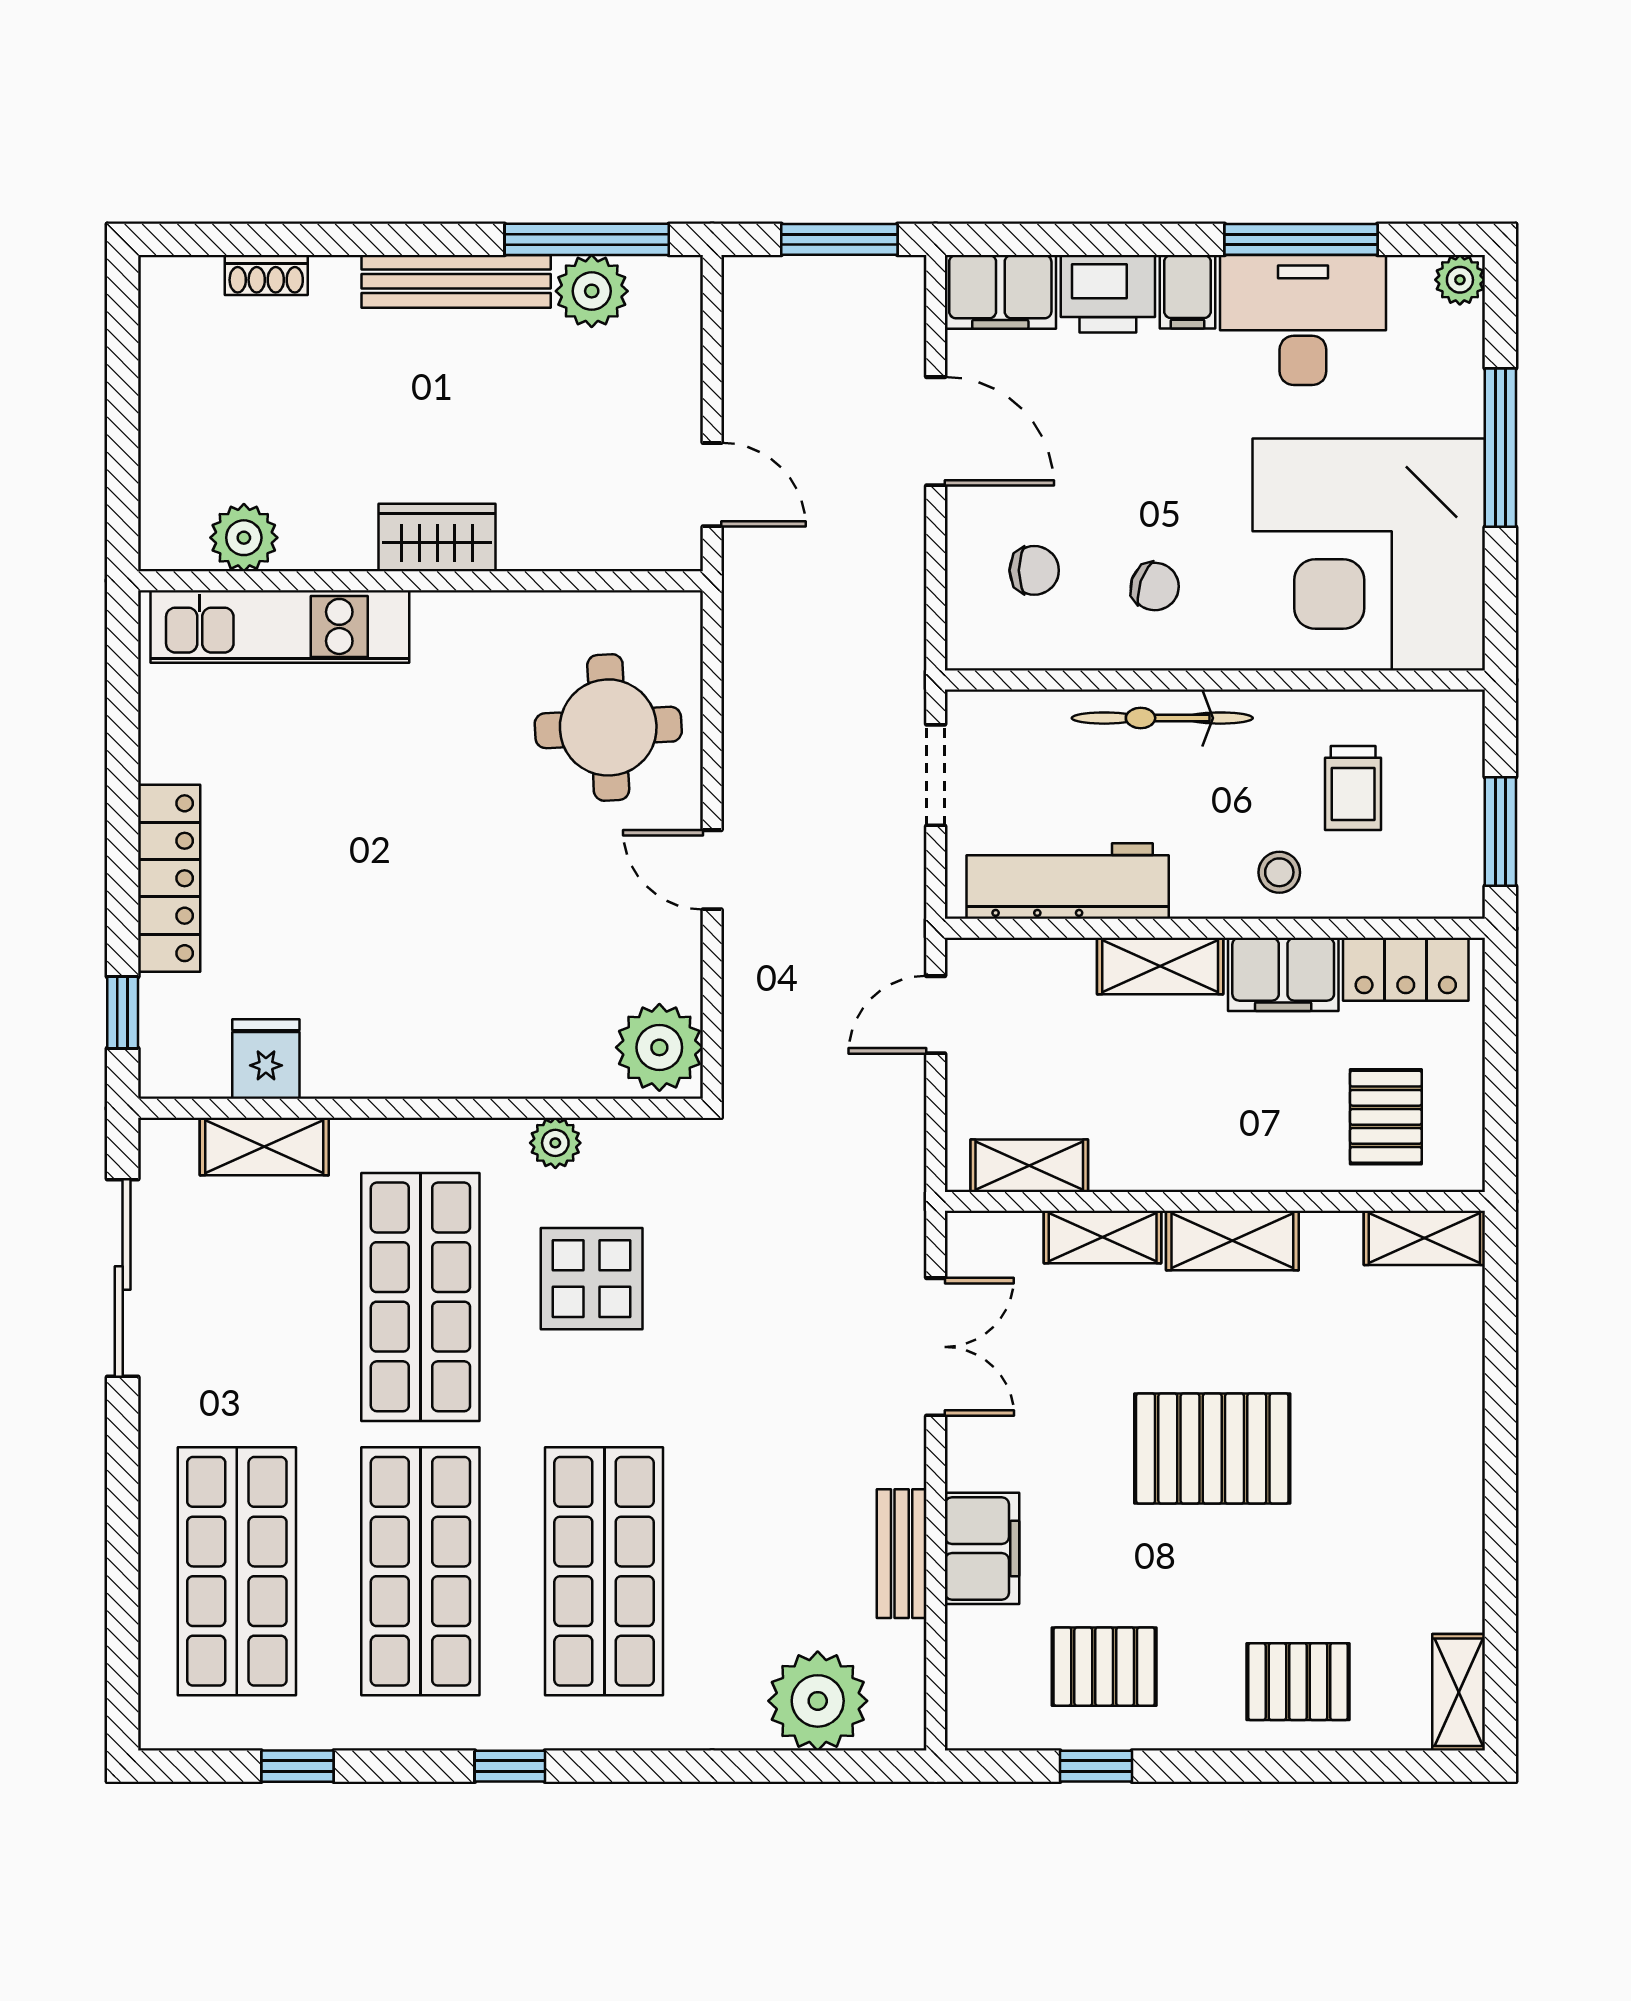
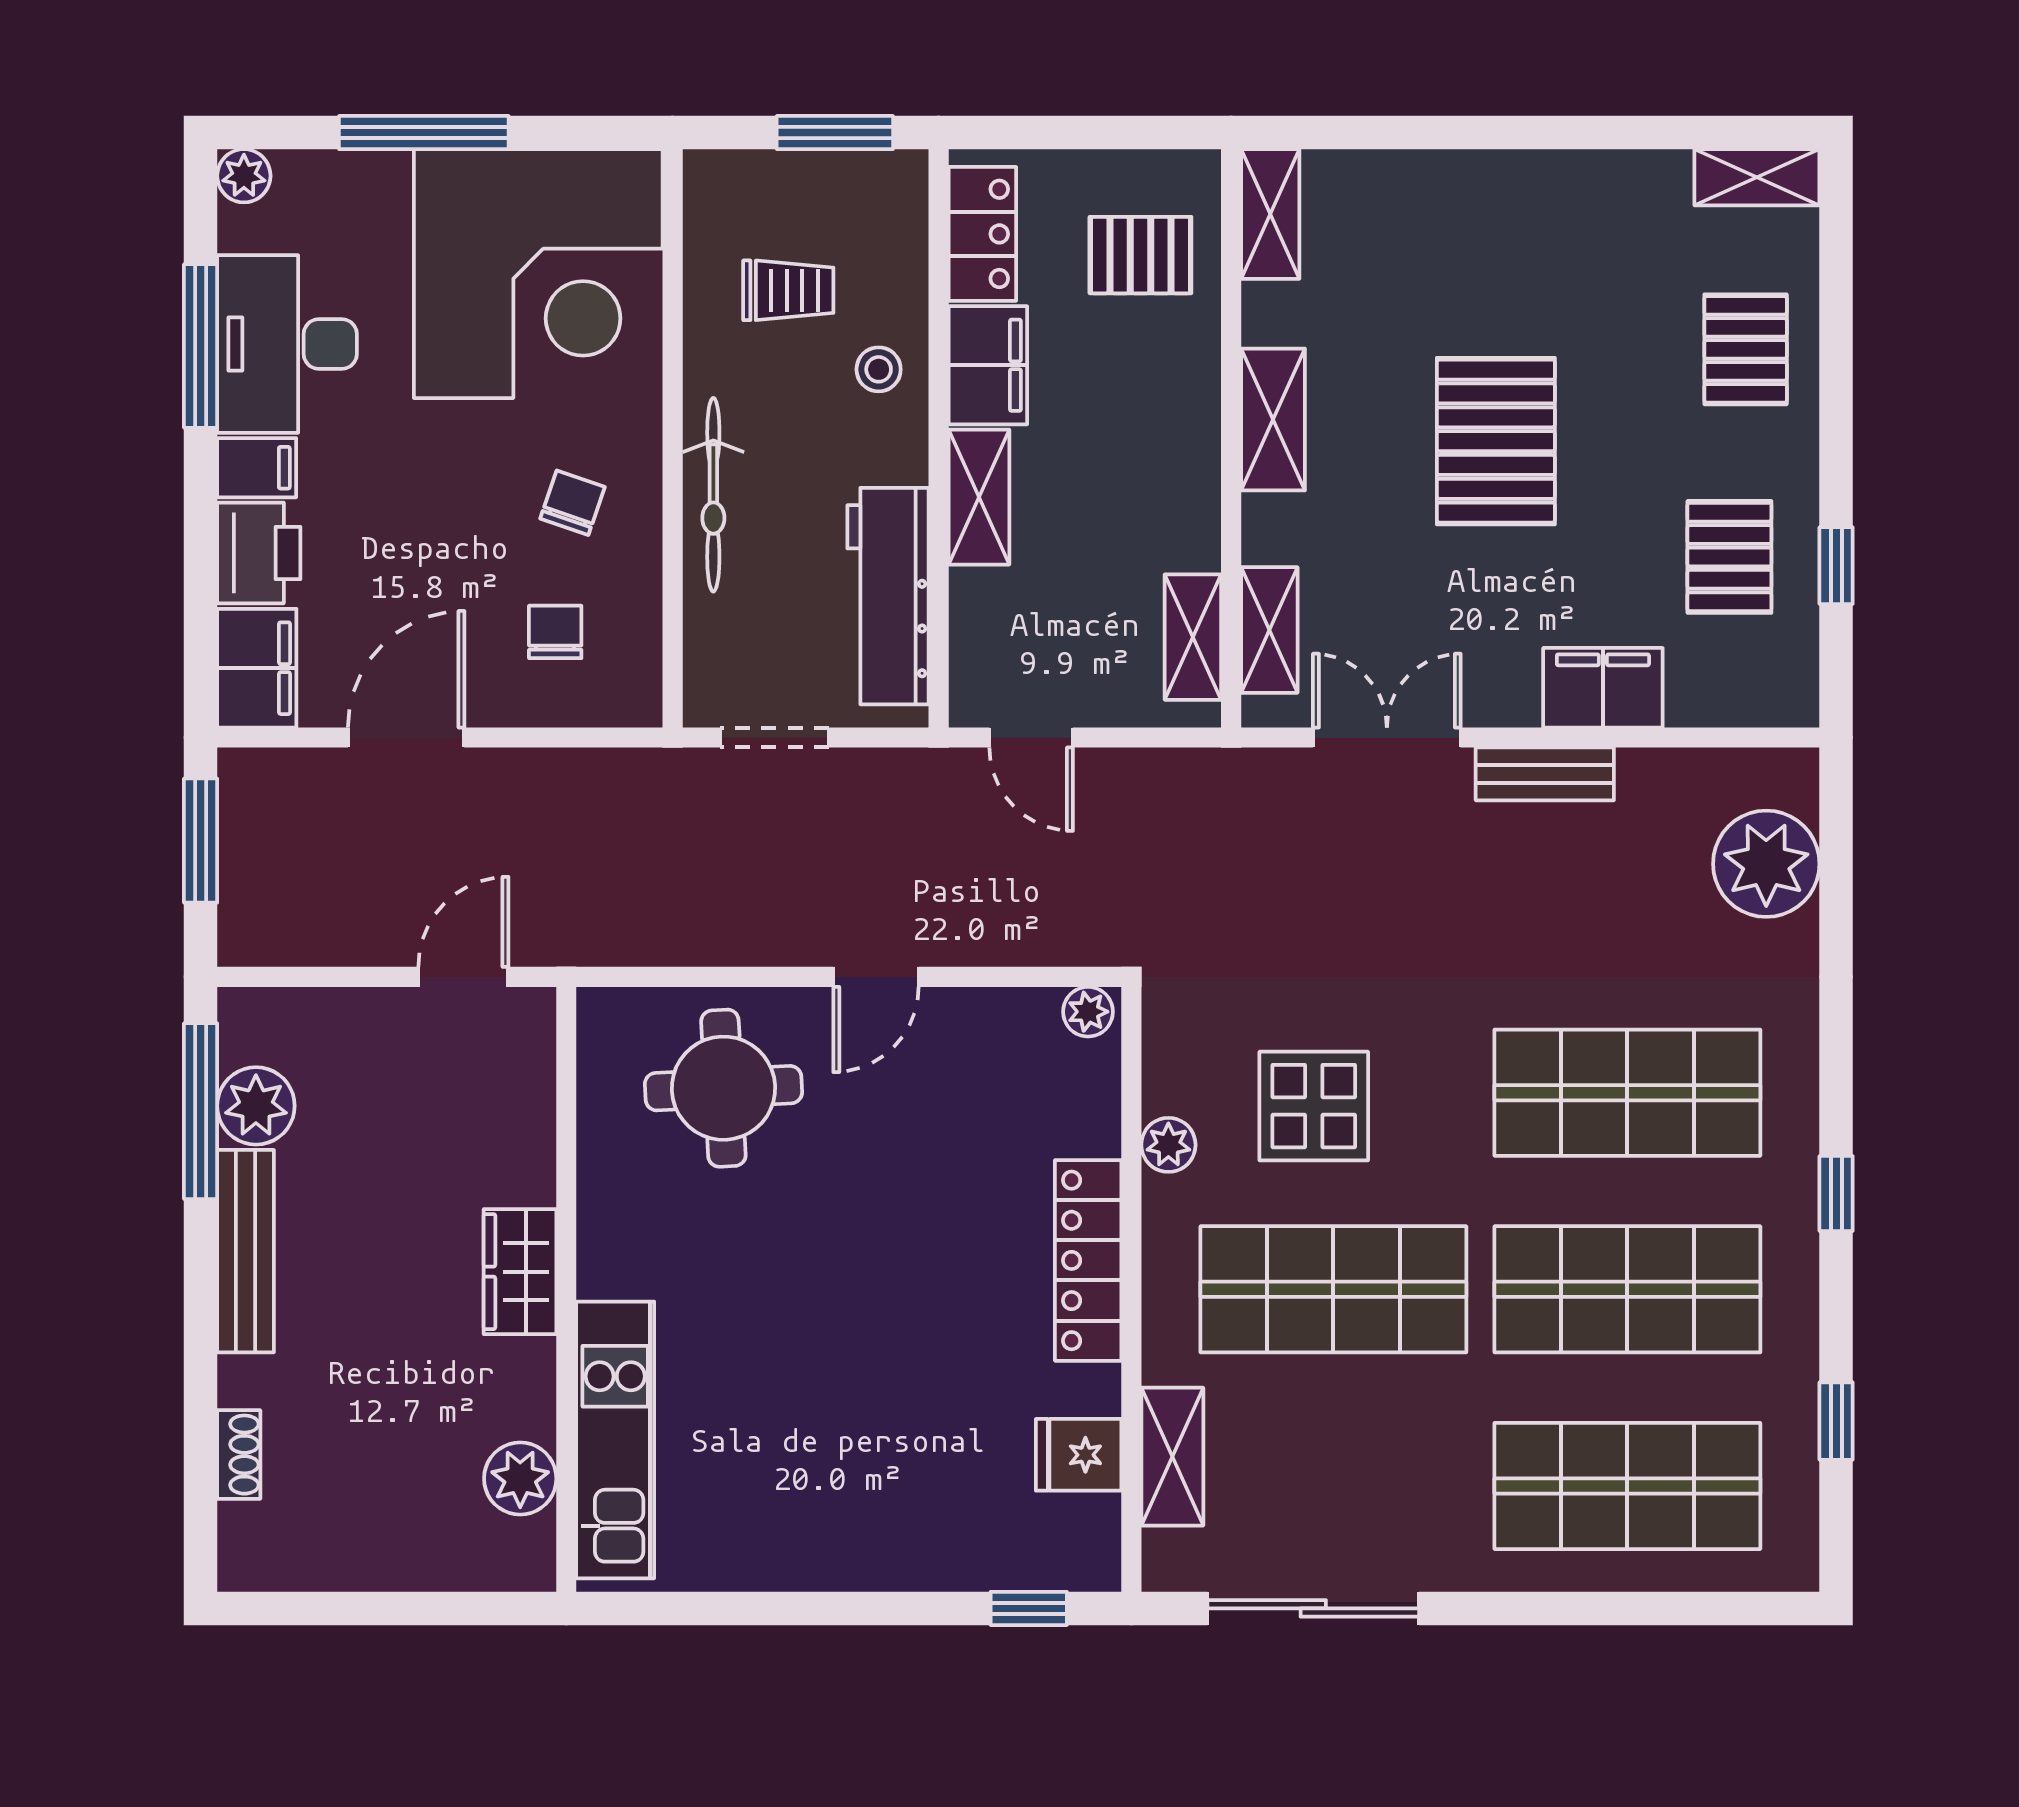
locker: (169, 878) -> (1088, 1260), moved, turned -90
plant: (659, 1047) -> (1088, 1012), width x0.53, depth x0.53
shelving: (1103, 1237) -> (1269, 630), moved
bench: (902, 1554) -> (1545, 774), moved

